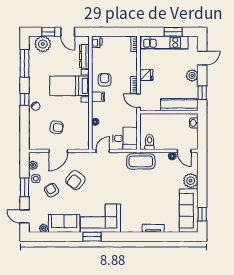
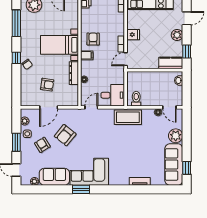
dresser: (84, 56) -> (74, 73), moved
door: (138, 101) -> (126, 59), hinge flipped
kitchen counter: (179, 105) -> (171, 63), width x0.67

